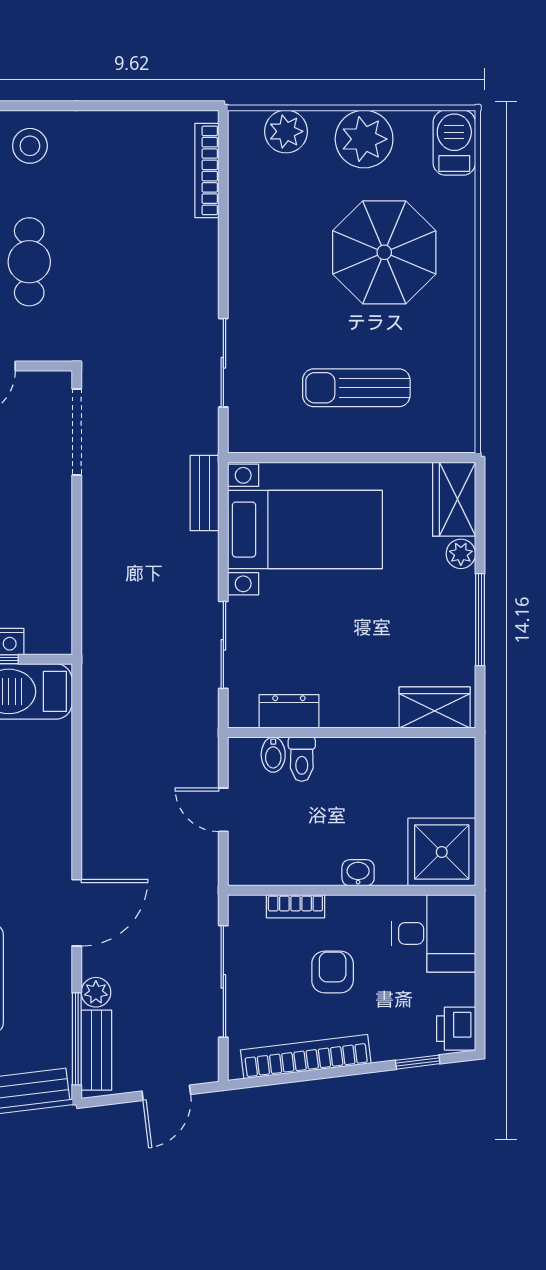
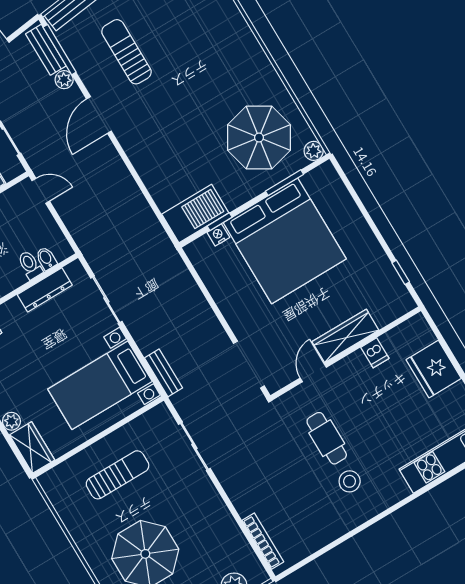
stool: (30, 146) -> (350, 481), moved
dresser: (289, 711) -> (45, 290), width x1.44
door: (223, 810) -> (41, 191), moved

